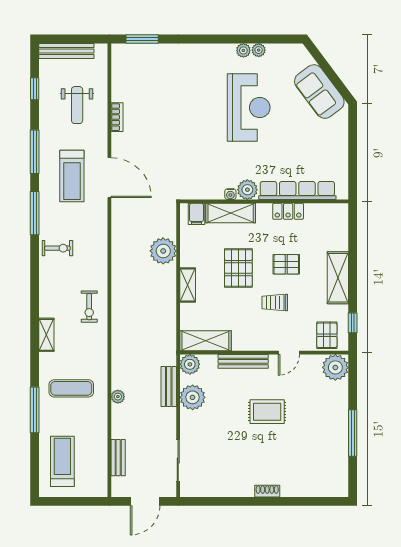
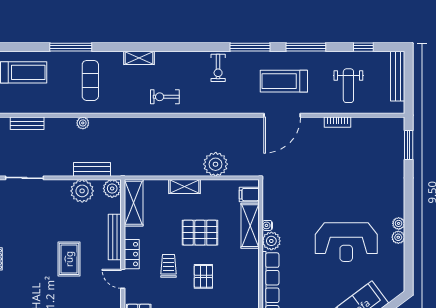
plant: (259, 50) -> (399, 223), moved
weight bench: (77, 105) -> (348, 86), turned -90
locker: (288, 211) -> (132, 254), moved, turned 180

